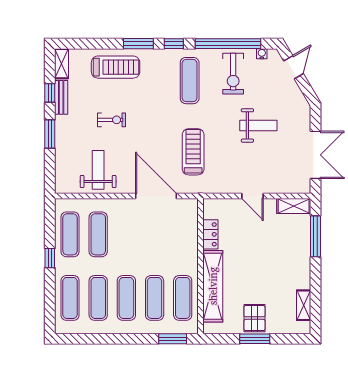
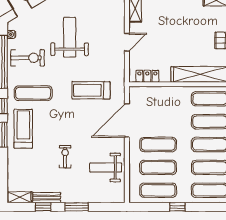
treadmill: (116, 67) -> (23, 129), moved
weight bench: (258, 125) -> (70, 37), width x1.36, depth x1.33
exercise mat: (126, 234) -> (158, 145), added
locker: (210, 234) -> (147, 76), moved

